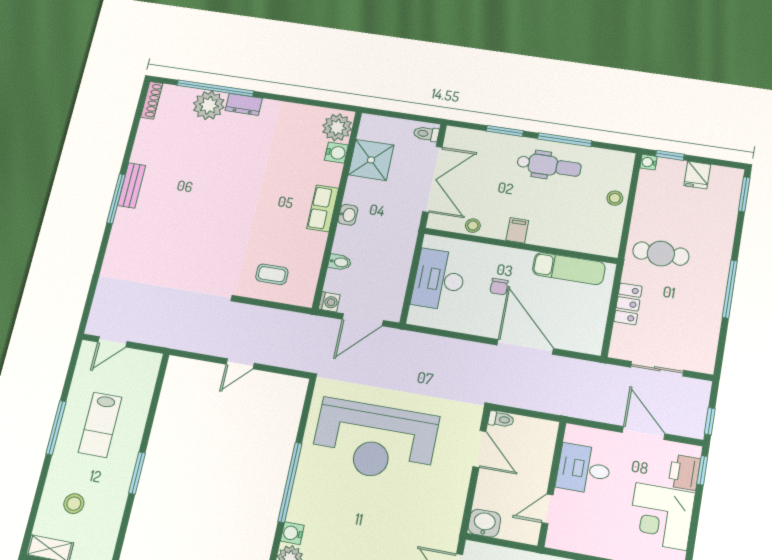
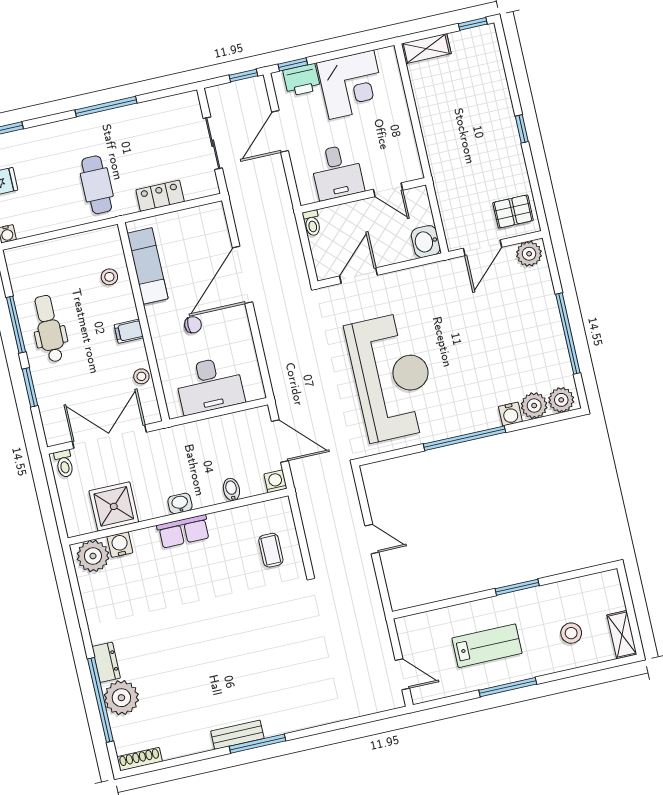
stool: (615, 198) -> (109, 277), moved
toilet: (501, 419) -> (312, 223), moved, turned 180

